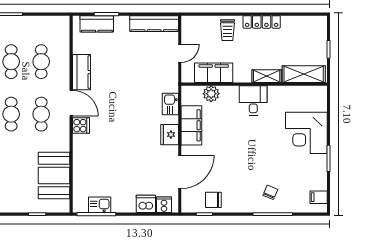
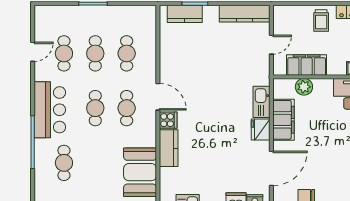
kitchen counter: (81, 72) -> (169, 148), moved
kitchen sink: (170, 104) -> (261, 102), width x1.38

